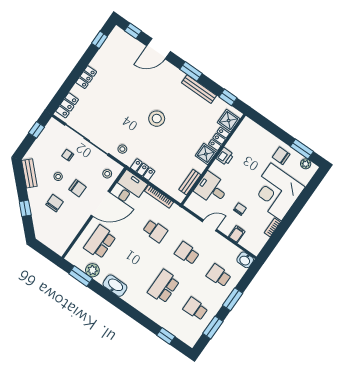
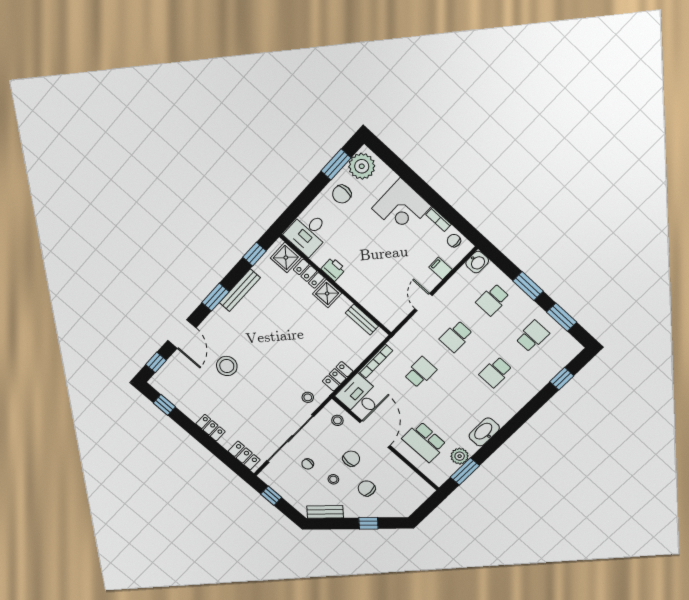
stool: (157, 119) -> (227, 366), moved
plant: (306, 164) -> (362, 166), width x1.87, depth x1.87
desk: (212, 189) -> (308, 233), moved
corner desk: (276, 192) -> (401, 207), width x0.74, depth x0.74
chair: (240, 209) -> (454, 241), moved
school desk: (164, 287) -> (496, 372), width x0.54
school desk: (195, 309) -> (532, 336), turned 180

